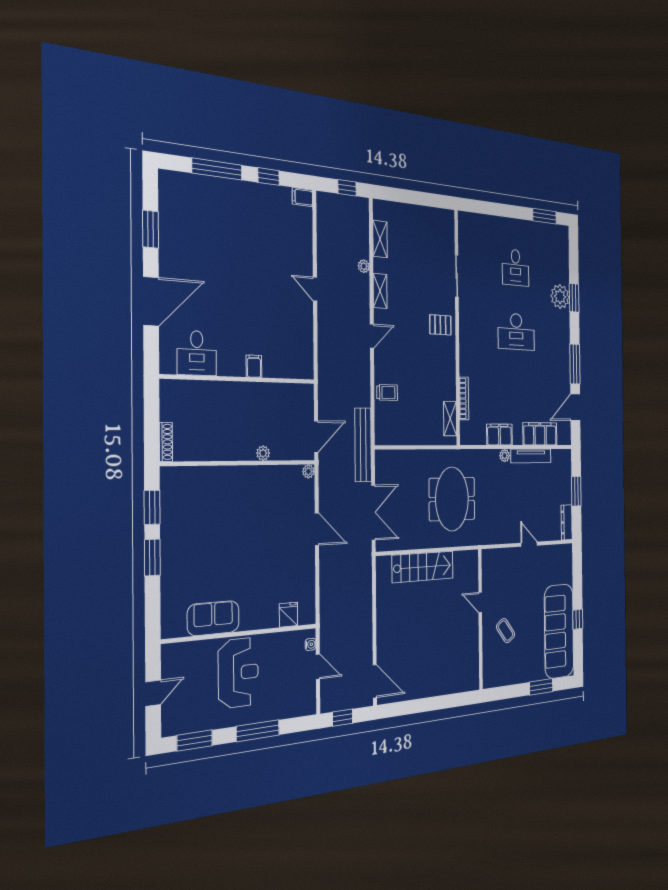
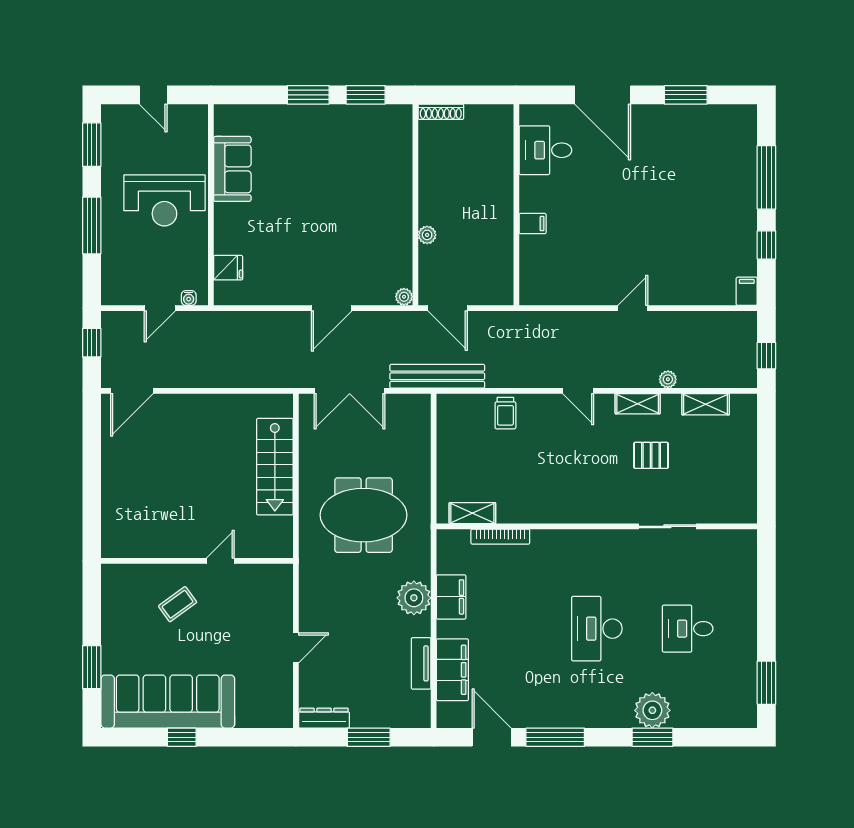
pallet: (440, 325) -> (651, 455), moved, turned 90
plant: (505, 456) -> (414, 598), width x1.88, depth x1.88
tv unit: (531, 456) -> (421, 663), width x0.71

